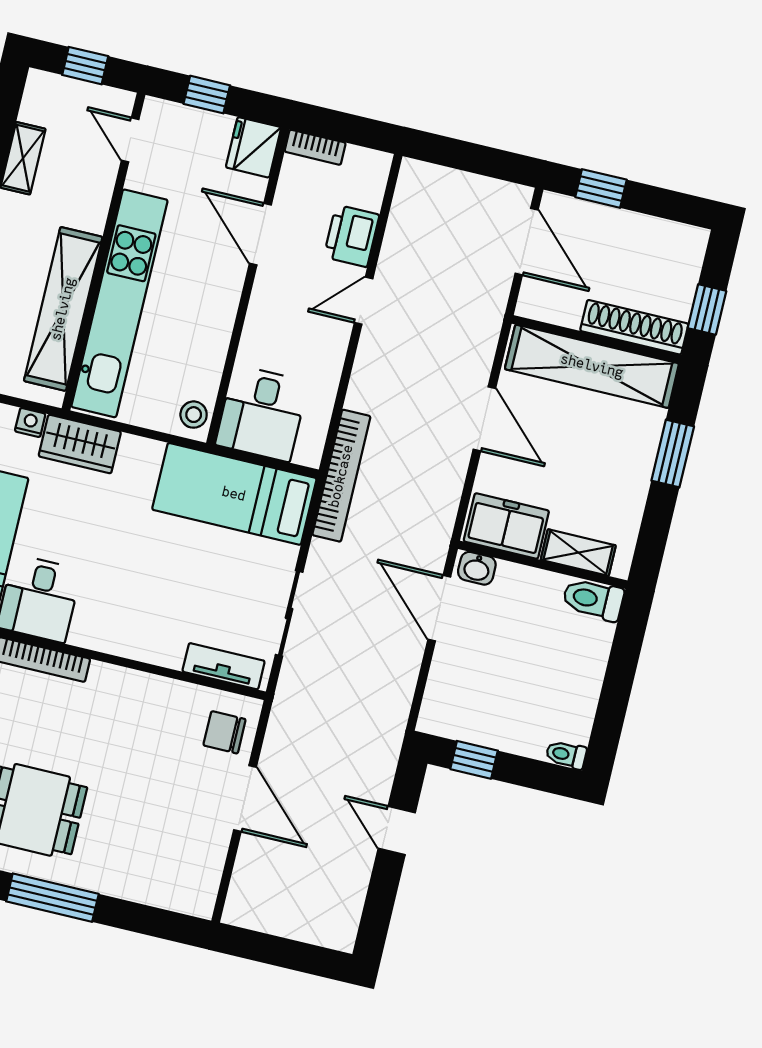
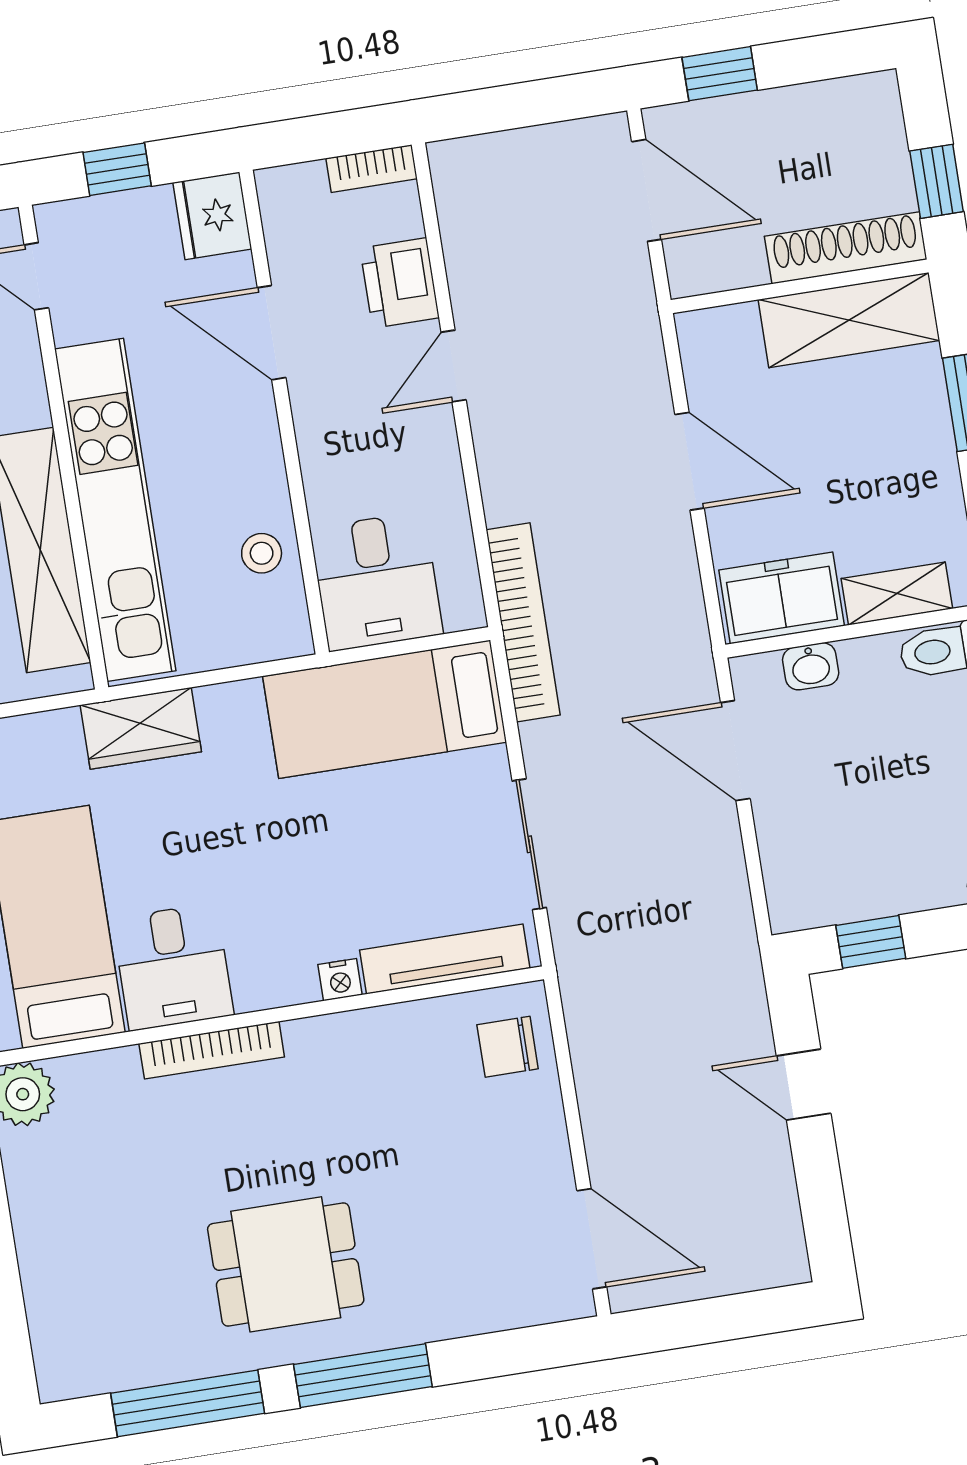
bookcase: (315, 147) -> (372, 169), moved
shelving: (592, 366) -> (849, 320), width x0.68
stool: (194, 415) -> (262, 553), moved
nightstand: (30, 422) -> (340, 980), moved, turned 180
washbasin: (477, 568) -> (811, 666), moved
tv unit: (224, 666) -> (445, 959), width x1.41
door: (245, 798) -> (592, 1239), moved

